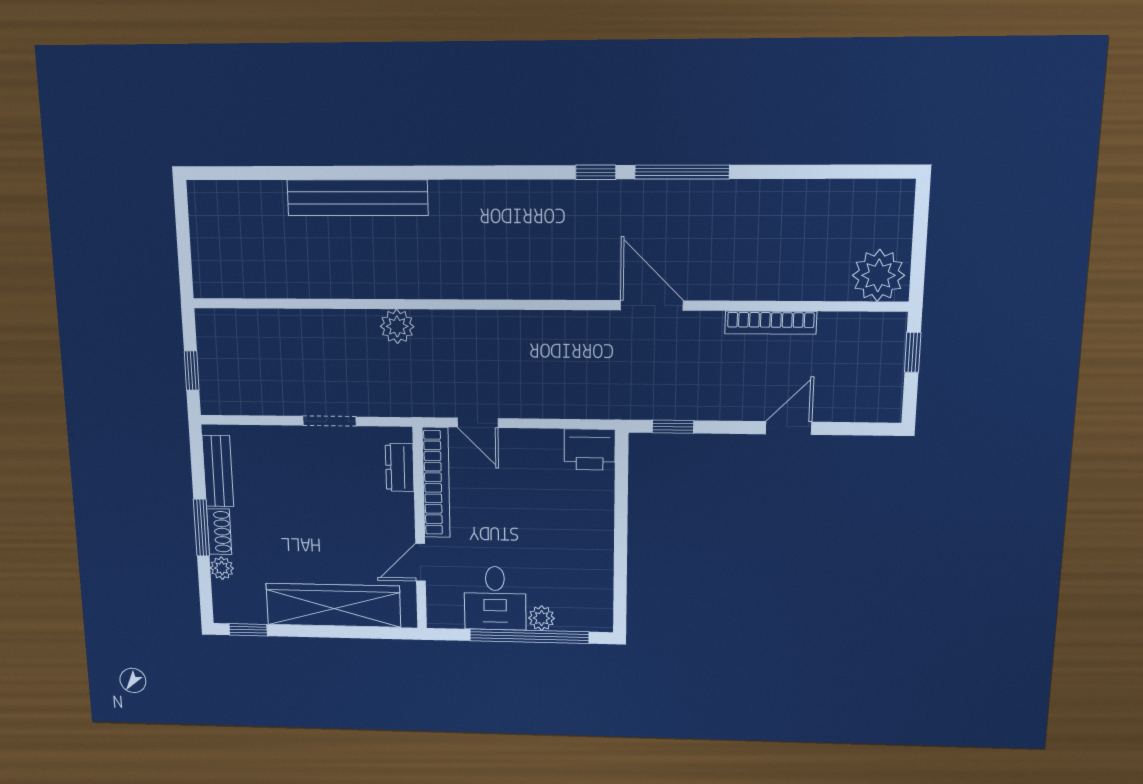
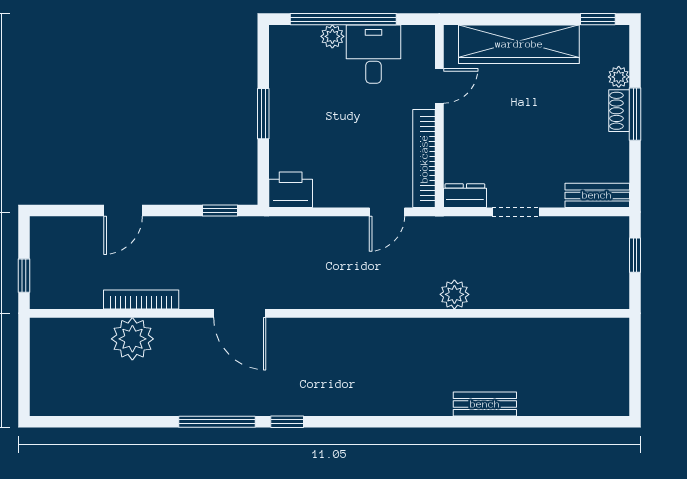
bench: (357, 198) -> (485, 404), width x0.54, depth x0.82
plant: (878, 275) -> (132, 339), moved
door: (478, 423) -> (387, 212), swing flipped
dresser: (400, 467) -> (465, 196), moved, turned -90
bench: (218, 471) -> (597, 195), moved, turned 90
window: (621, 536) -> (263, 114), added

